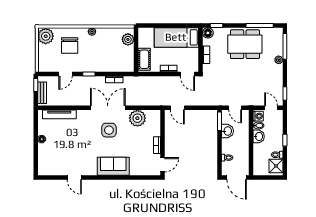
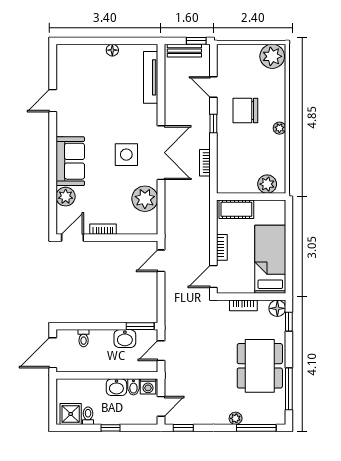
chair: (70, 46) -> (245, 110), moved
door: (162, 165) -> (73, 238), swing flipped
plant: (136, 169) -> (66, 197), added

